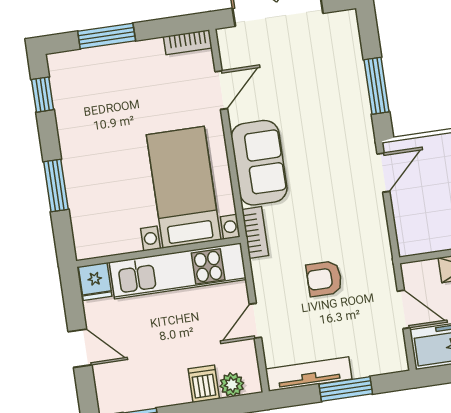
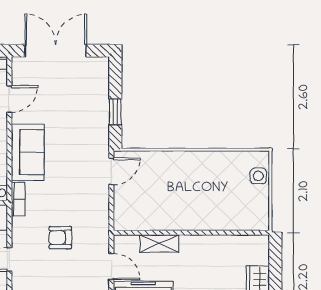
window: (376, 86) -> (115, 112), width x0.67

